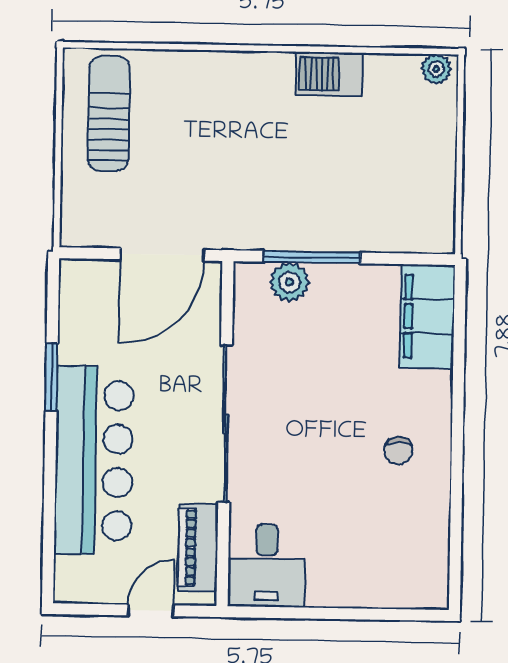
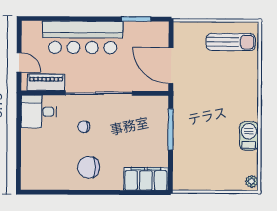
plant: (289, 282) -> (160, 120), removed
window: (52, 377) -> (136, 19), moved
chair: (398, 450) -> (89, 167), width x1.87, depth x1.87
chair: (303, 460) -> (84, 127), added

